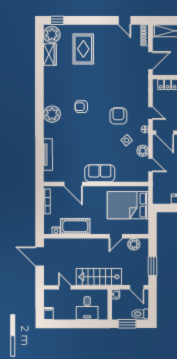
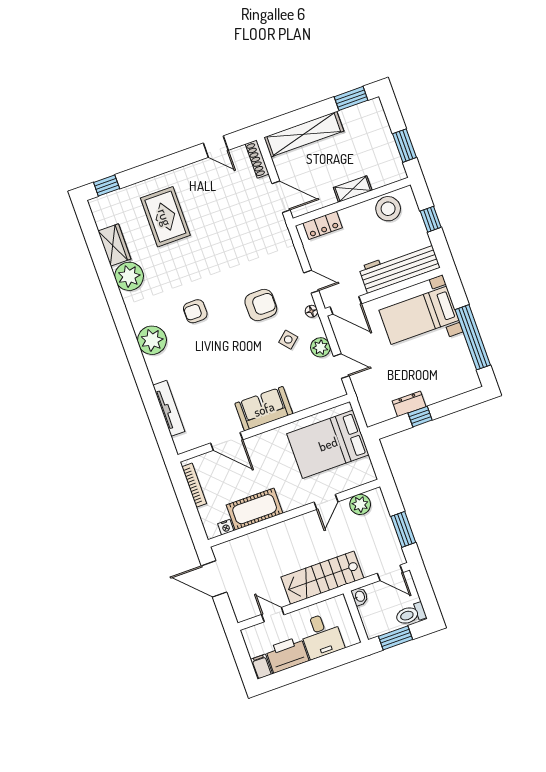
plant: (52, 35) -> (129, 276), moved
door: (150, 61) -> (281, 197), hinge flipped
armchair: (118, 116) -> (261, 305), turned 90
printer: (65, 312) -> (287, 655), added

